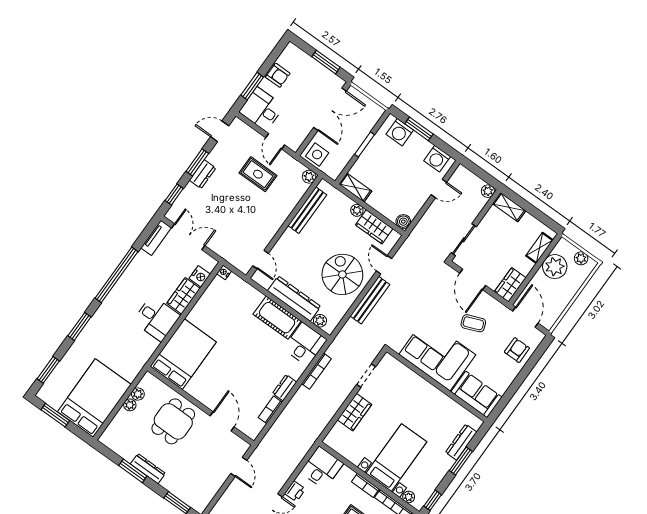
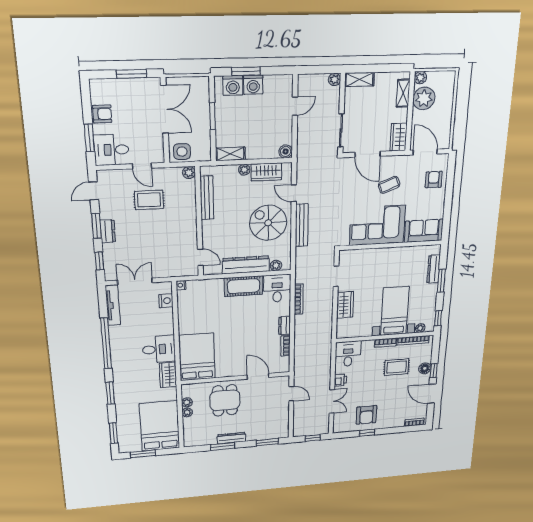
washing machine: (437, 159) -> (253, 85), moved
tv unit: (156, 238) -> (113, 305), width x1.41
plant: (581, 258) -> (420, 78), moved
wardrobe: (183, 296) -> (168, 375), moved

